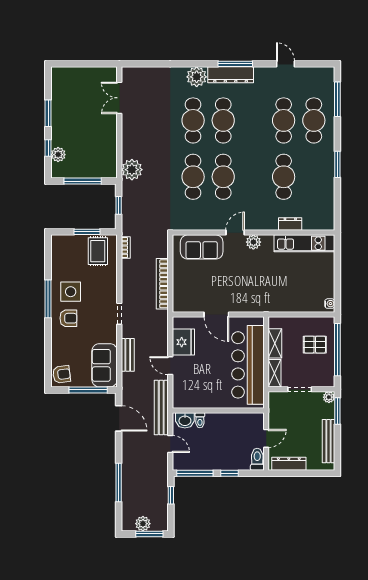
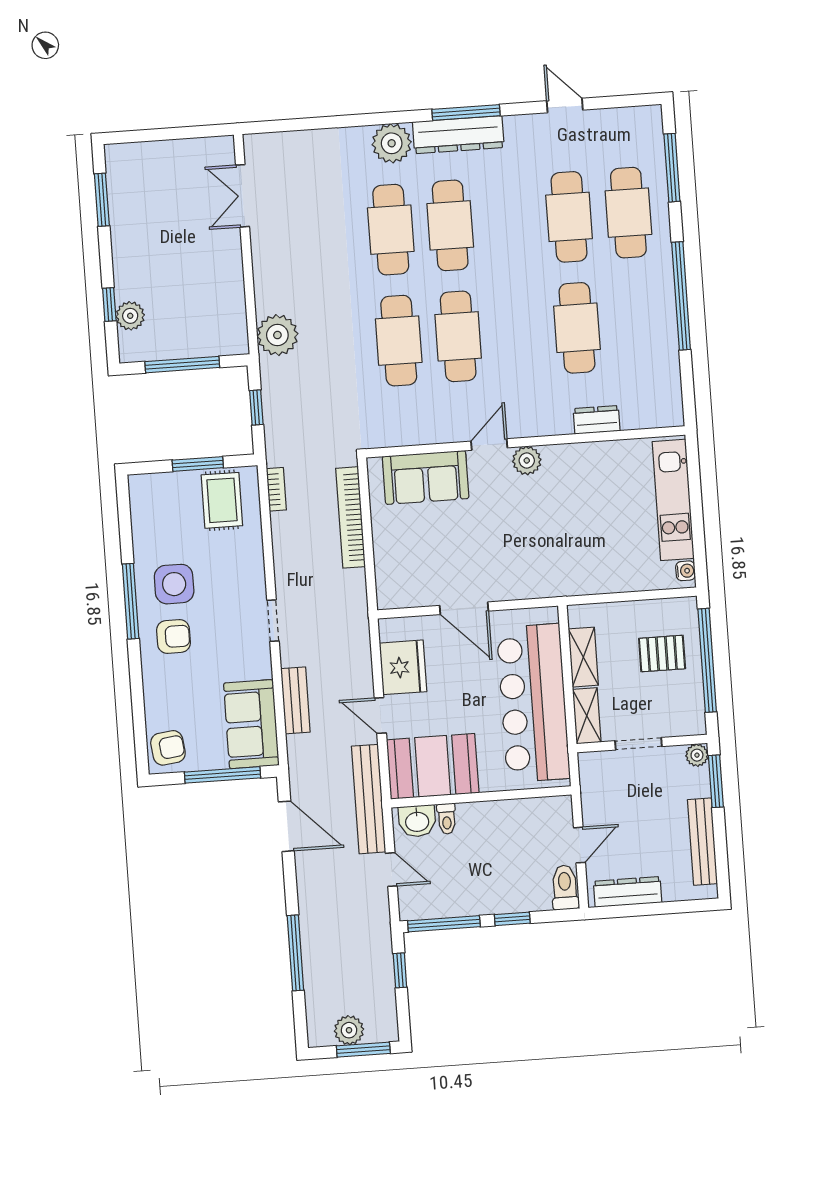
window: (48, 113) -> (102, 200), moved
window: (337, 164) -> (681, 296), width x2.11
kitchen unit: (304, 243) -> (673, 500), moved, turned 90
bookcase: (162, 284) -> (351, 517), moved
booth: (195, 393) -> (433, 766), added

